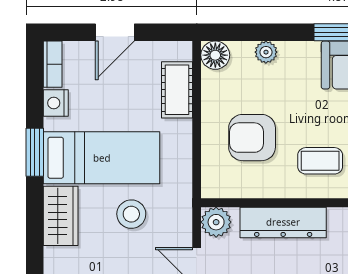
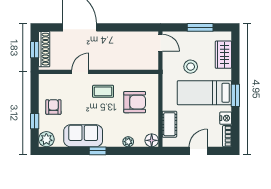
wardrobe: (61, 216) -> (223, 55), moved
plant: (216, 222) -> (151, 63), removed
dresser: (283, 222) -> (120, 63), removed

